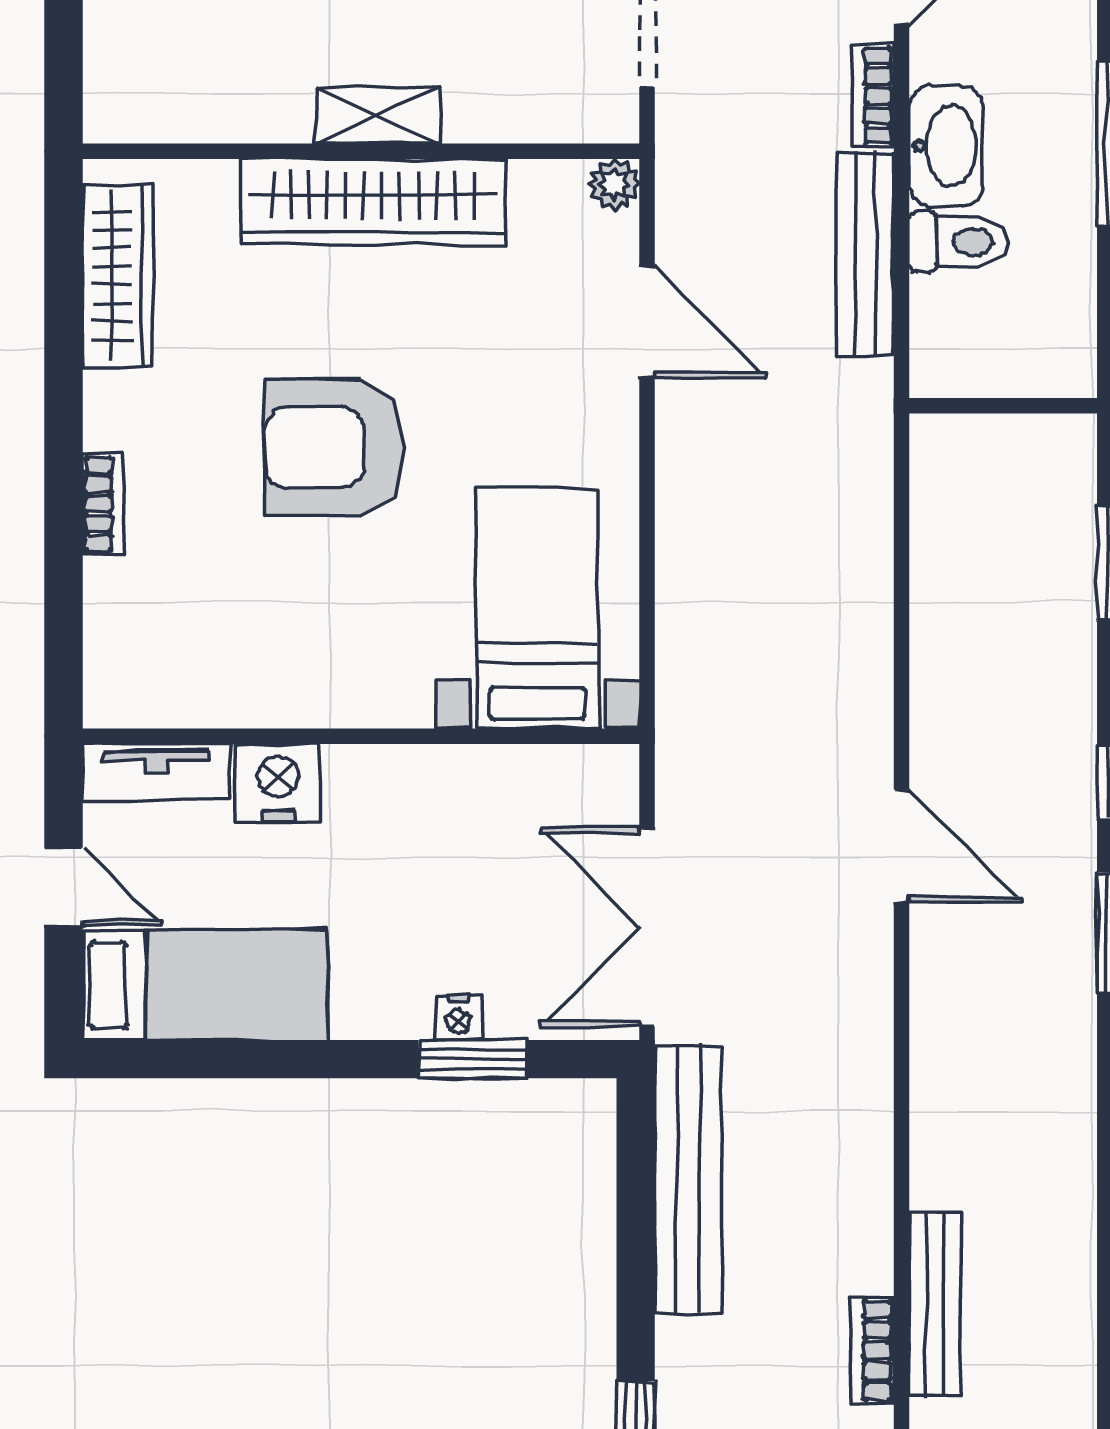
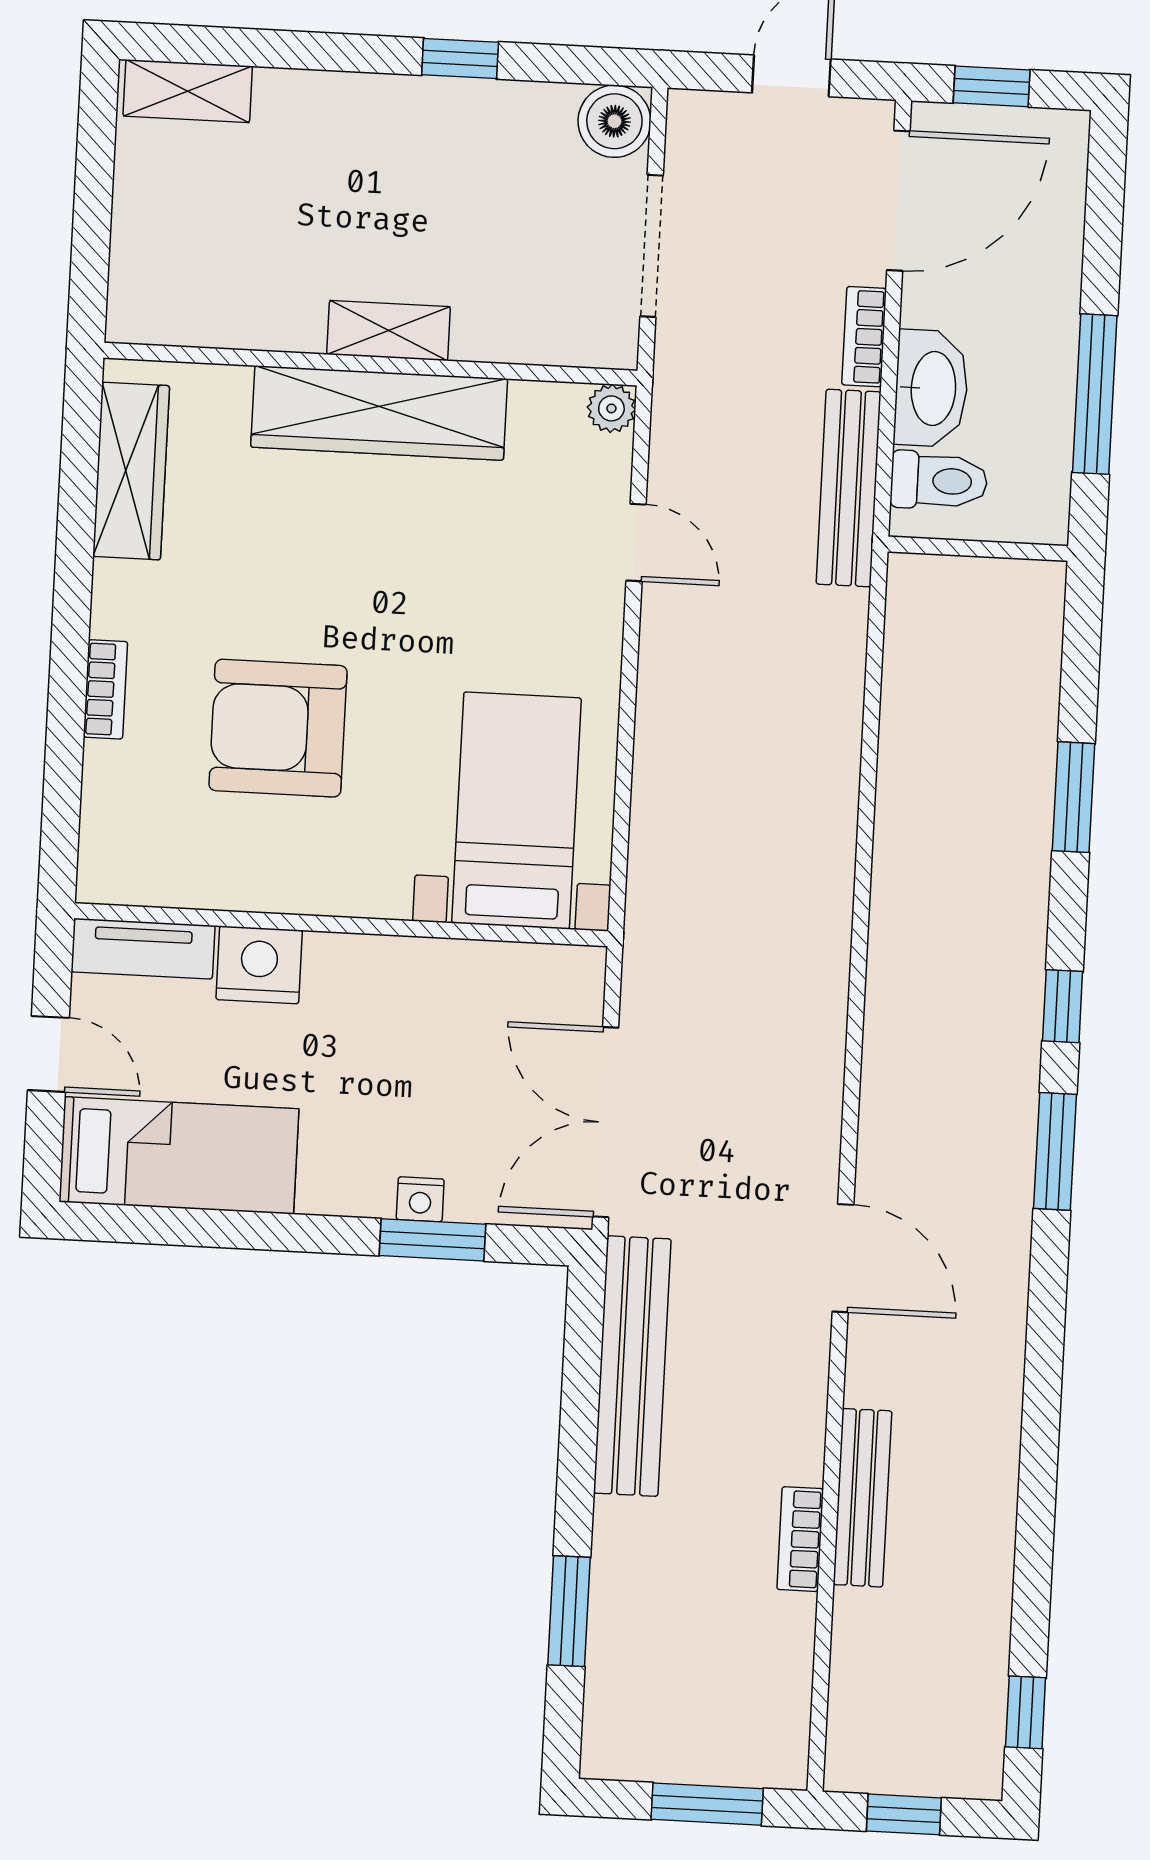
door: (647, 322) -> (636, 543), width x0.73
wall: (1003, 406) -> (978, 549), moved
armchair: (334, 447) -> (278, 728), moved
door: (901, 846) -> (843, 1258), moved

